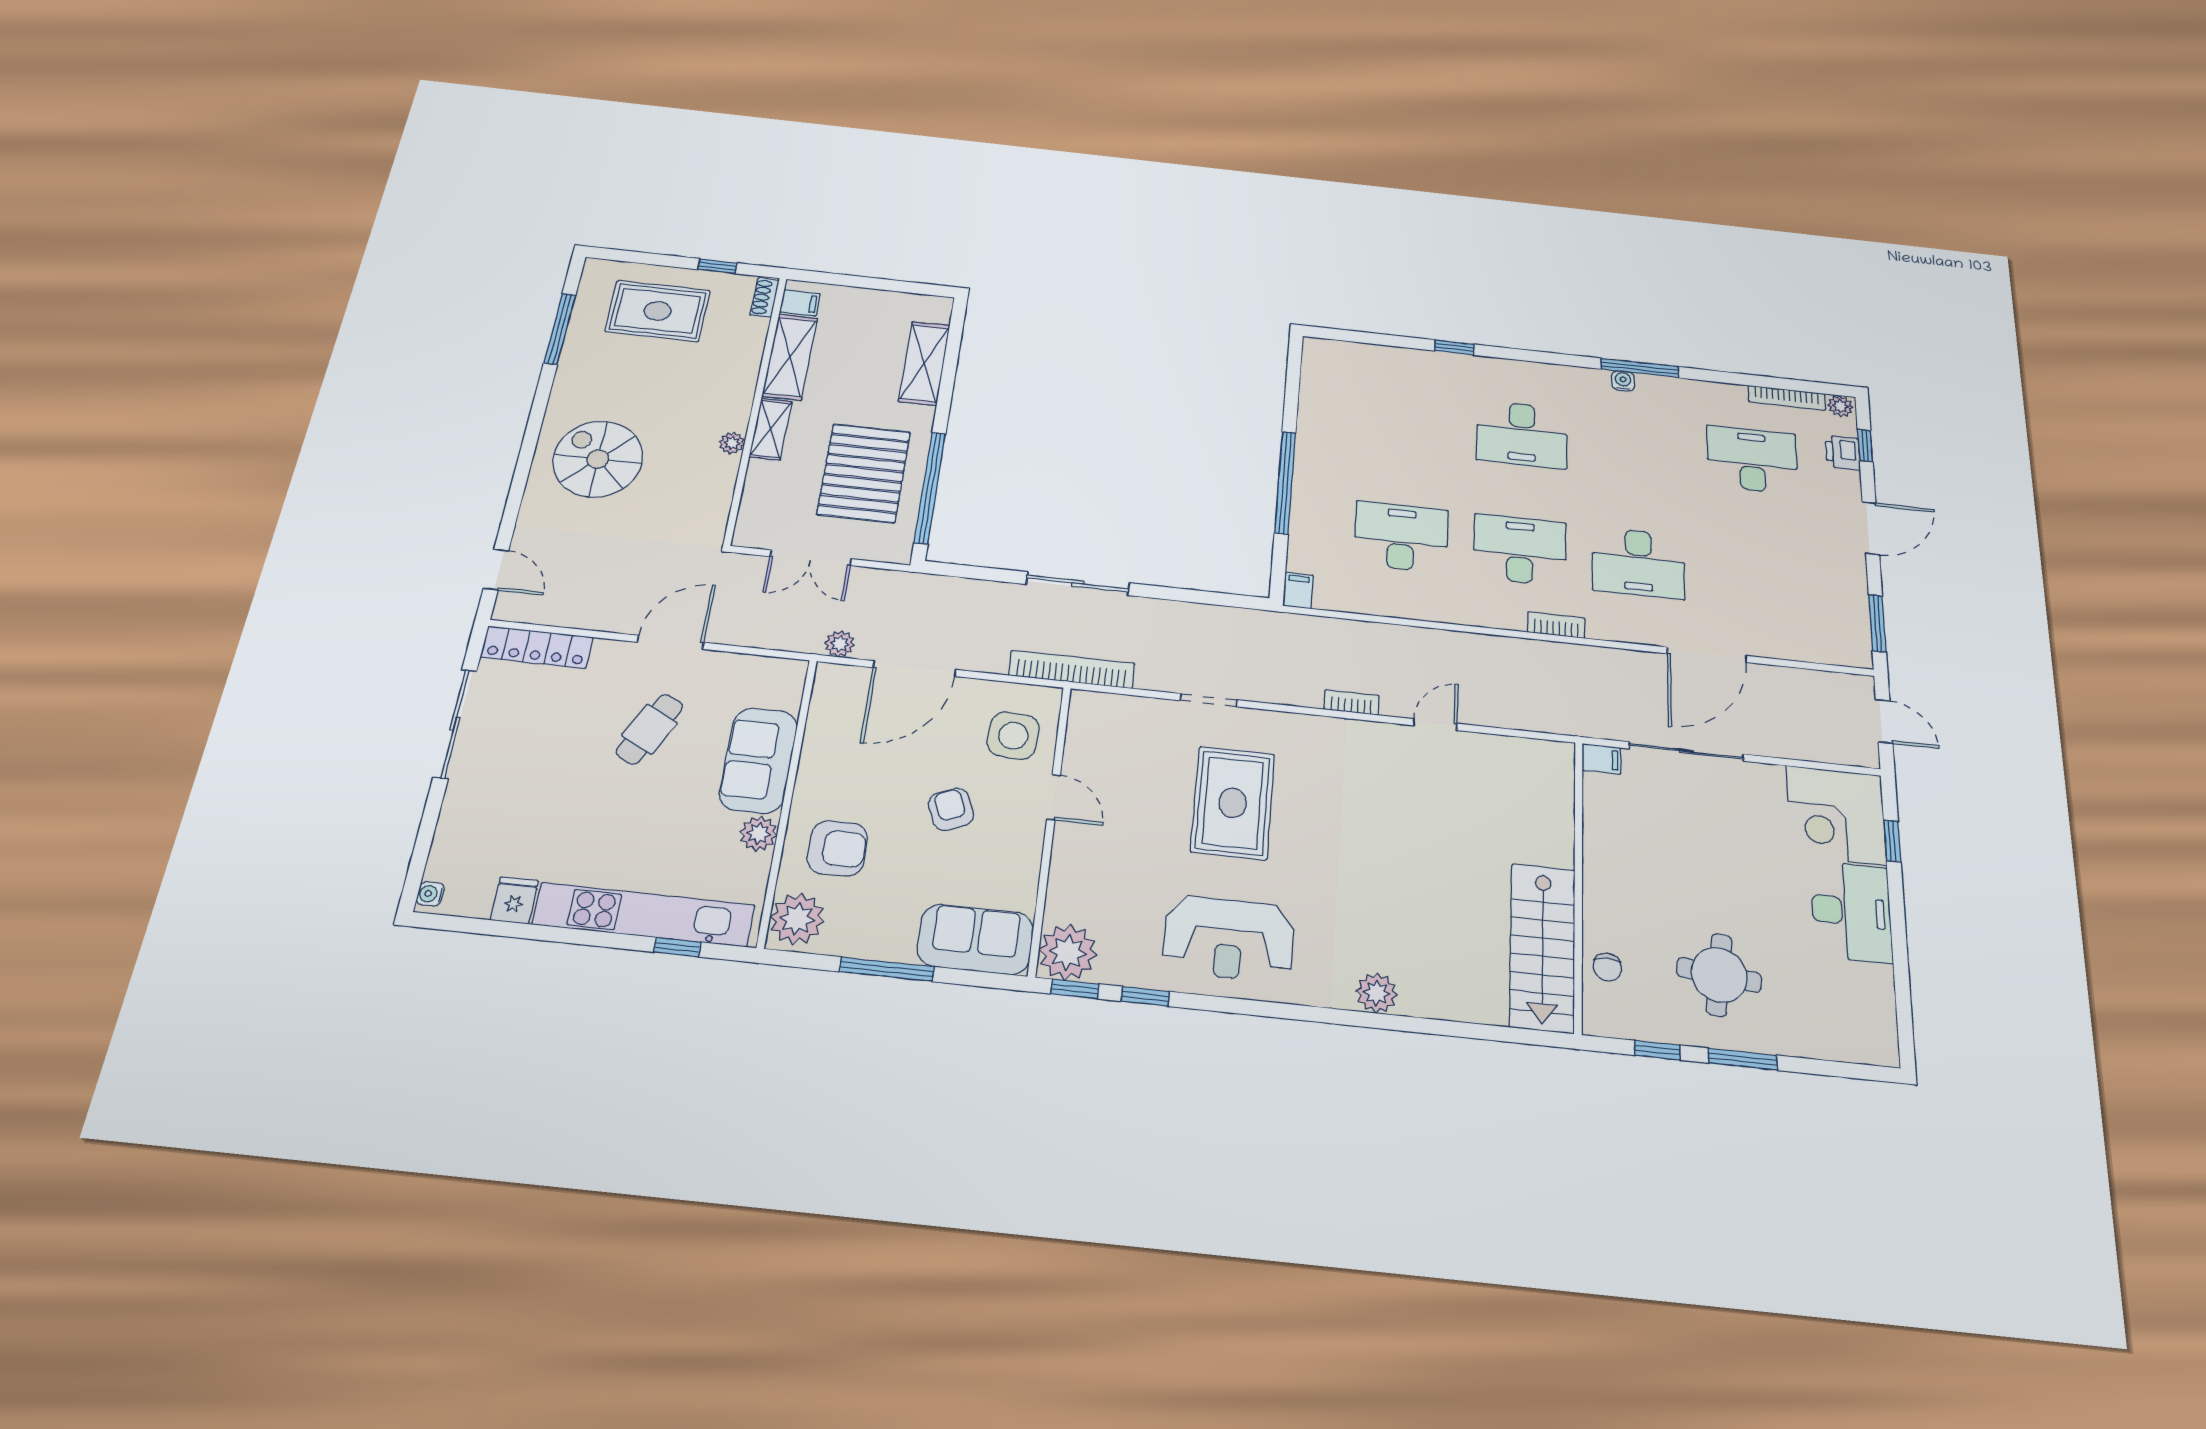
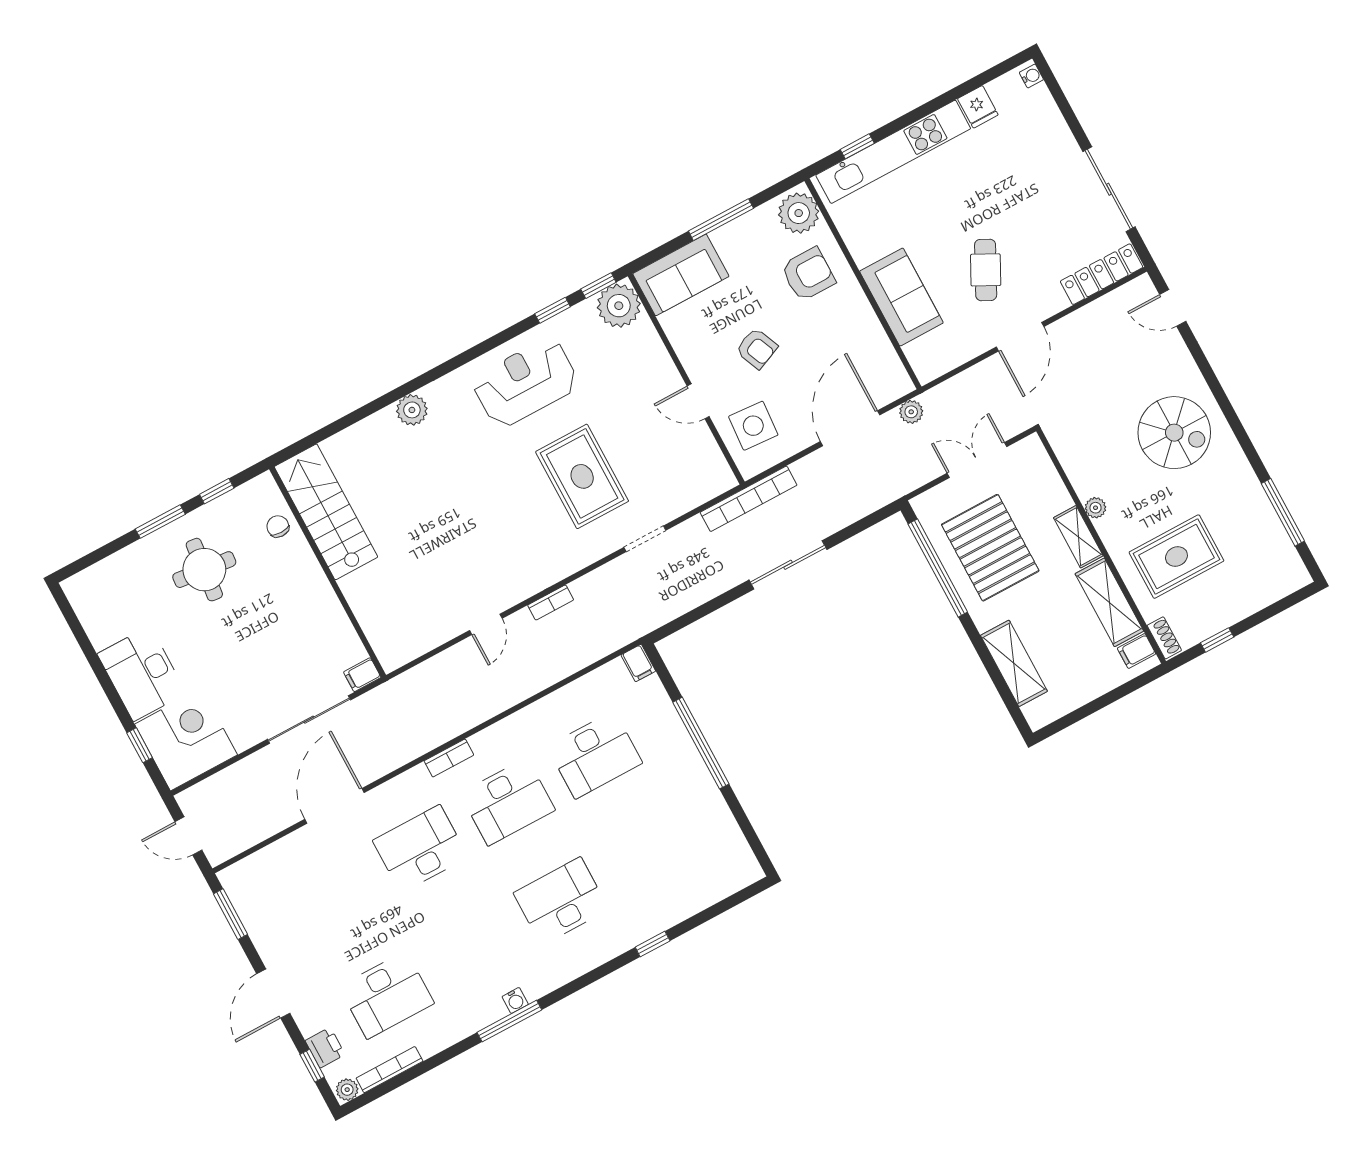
rug: (658, 311) -> (1176, 557), moved
plant: (759, 834) -> (864, 250), removed
armchair: (837, 848) -> (808, 274), turned 180

